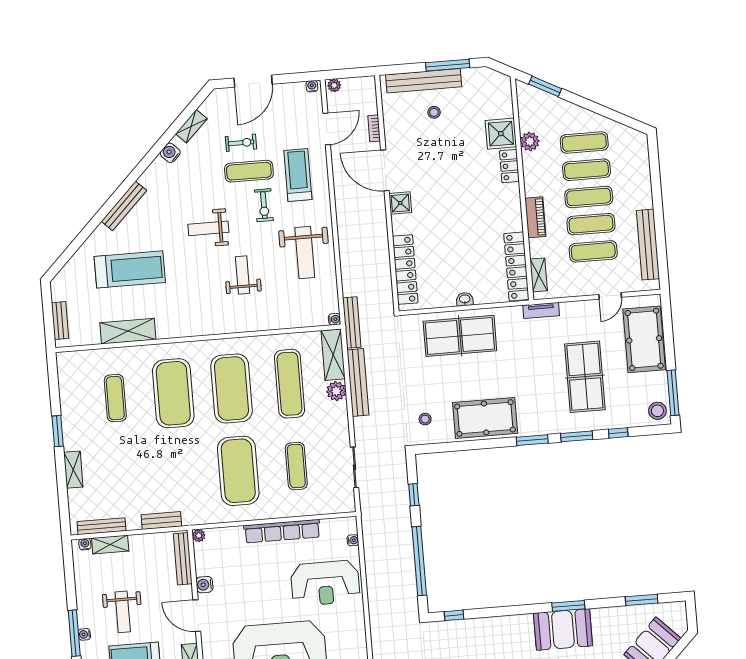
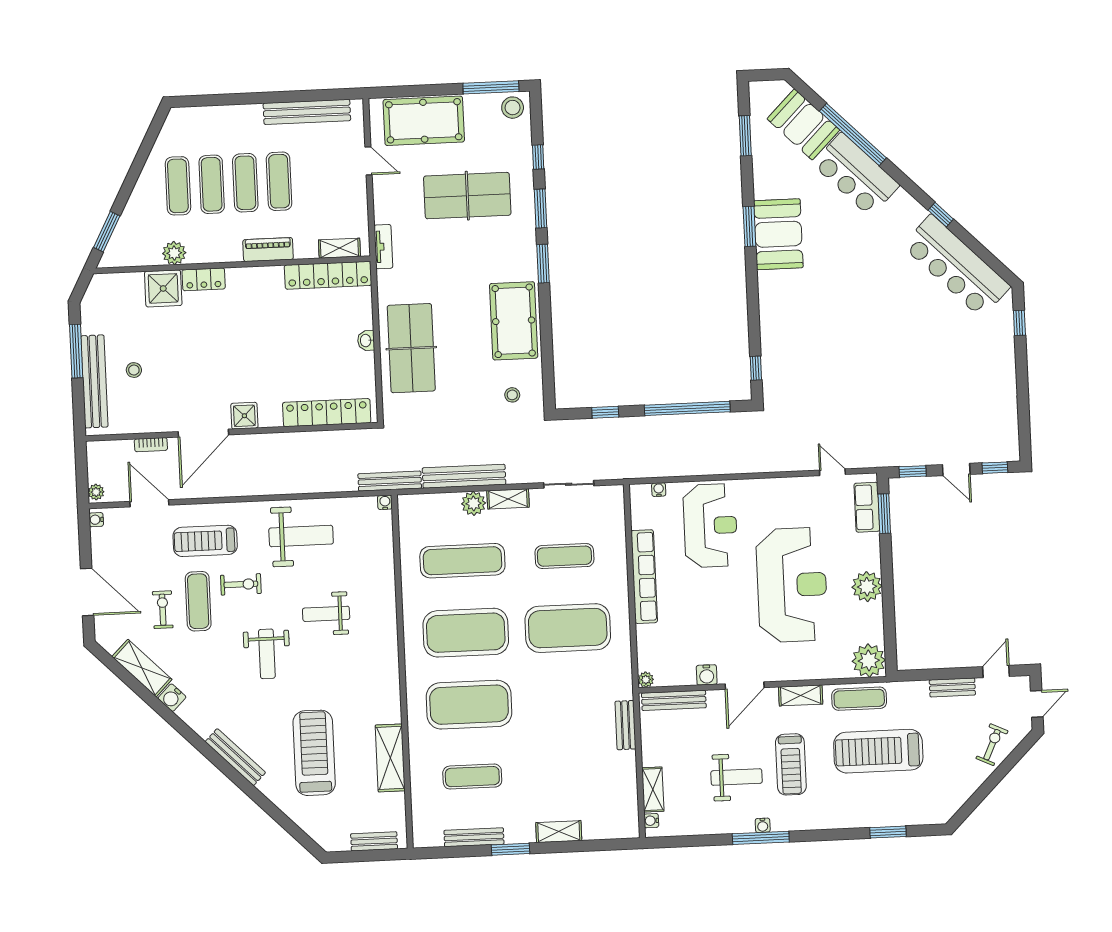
shelving: (191, 126) -> (142, 668), width x1.50, depth x1.33
exercise mat: (593, 251) -> (313, 180), removed
shelving: (333, 355) -> (508, 499), moved, width x0.67, depth x0.75
bench: (101, 526) -> (474, 837), moved, turned 90

